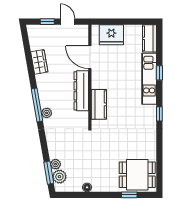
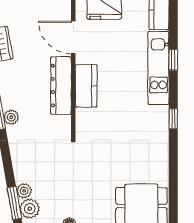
kitchen counter: (99, 104) -> (86, 86), moved

